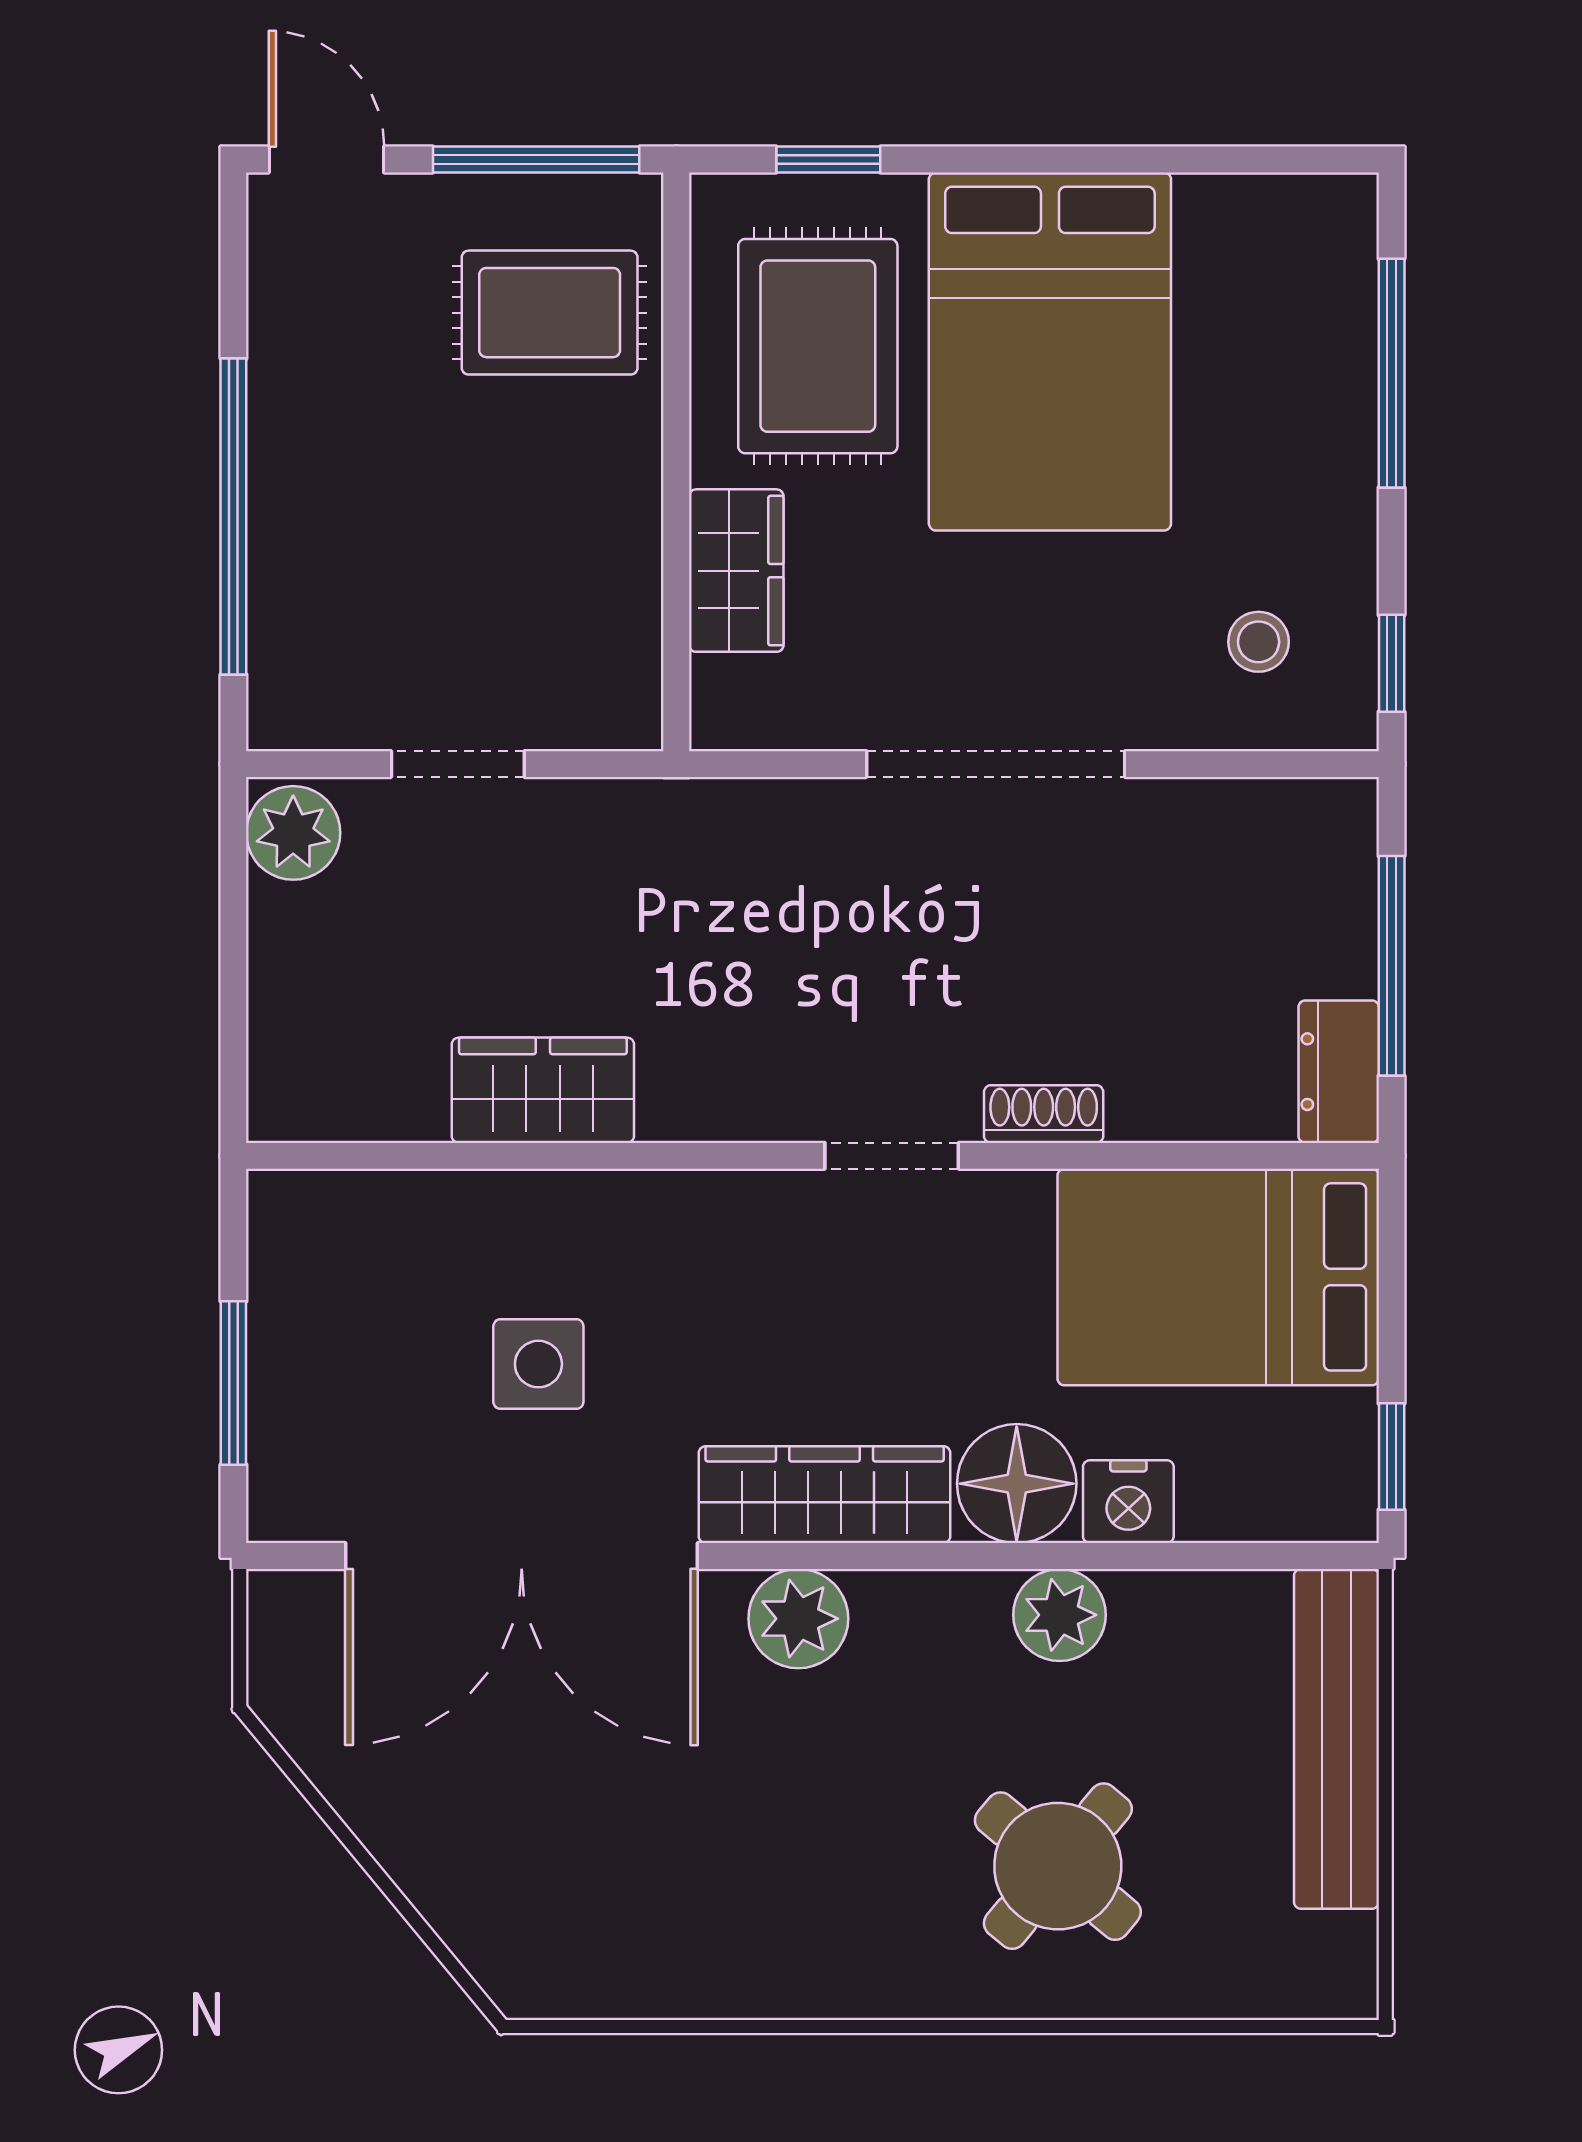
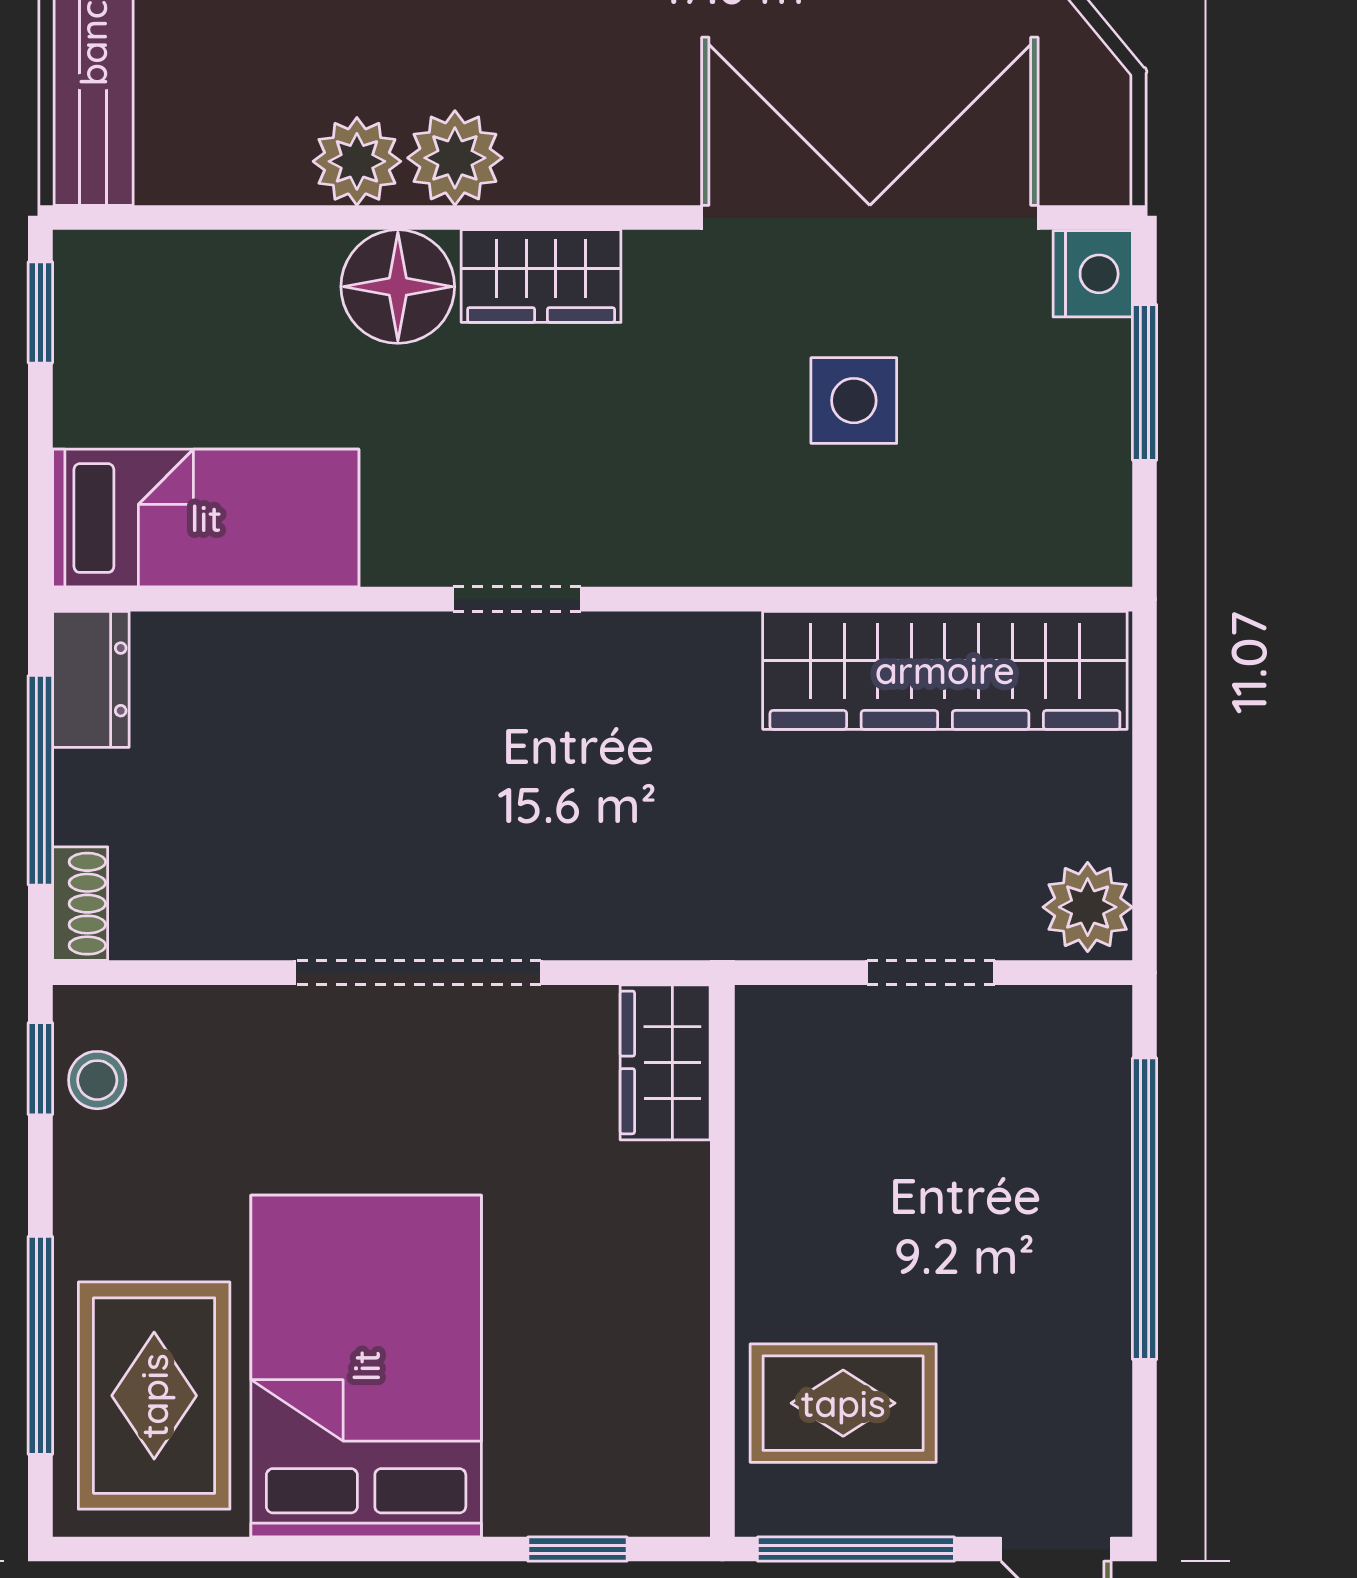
rug: (818, 346) -> (154, 1396), moved
wardrobe: (736, 571) -> (665, 1062), moved
stool: (1259, 642) -> (97, 1080), moved
wardrobe: (543, 1090) -> (945, 670), width x2.10, depth x1.17
shoe rack: (1044, 1114) -> (80, 904), moved, turned -90
bed: (1218, 1277) -> (206, 518), width x0.67
wardrobe: (825, 1495) -> (541, 276), width x0.67
nightstand: (1128, 1502) -> (1093, 274), moved, turned 90
plant: (798, 1619) -> (455, 158), moved

